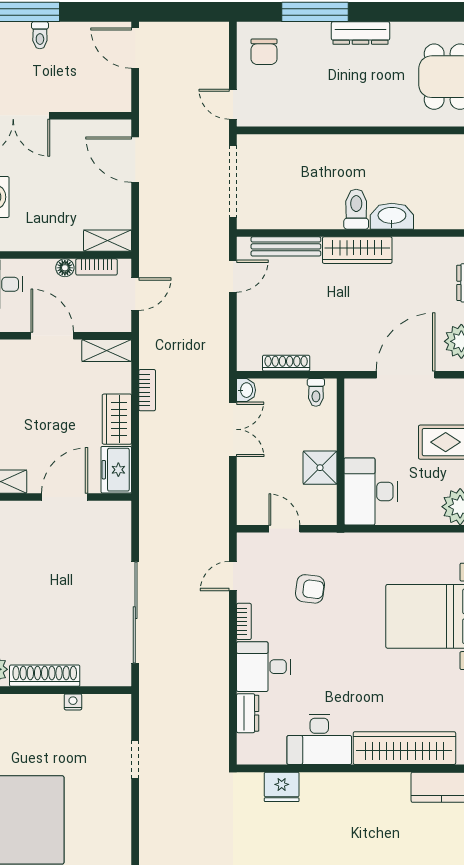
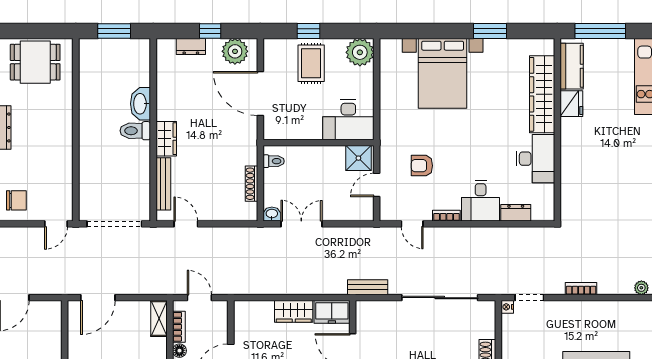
wardrobe: (357, 250) -> (166, 139), width x0.67
shelving: (107, 351) -> (242, 319), removed
bookcase: (147, 390) -> (581, 289), moved
shower: (320, 468) -> (358, 158), moved
bench: (149, 517) -> (368, 287), added
armchair: (310, 589) -> (422, 166), turned -97
nightstand: (73, 702) -> (507, 307), moved
doorway: (135, 760) -> (529, 298), moved
fridge: (282, 787) -> (571, 104), moved

